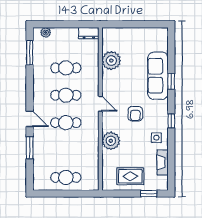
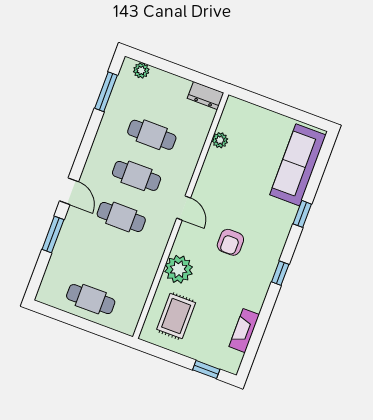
plant: (111, 61) -> (220, 140), width x0.53, depth x0.53
sofa: (158, 76) -> (298, 165), moved
side table: (156, 138) -> (249, 290), removed
rug: (130, 176) -> (176, 316), moved, turned 90

